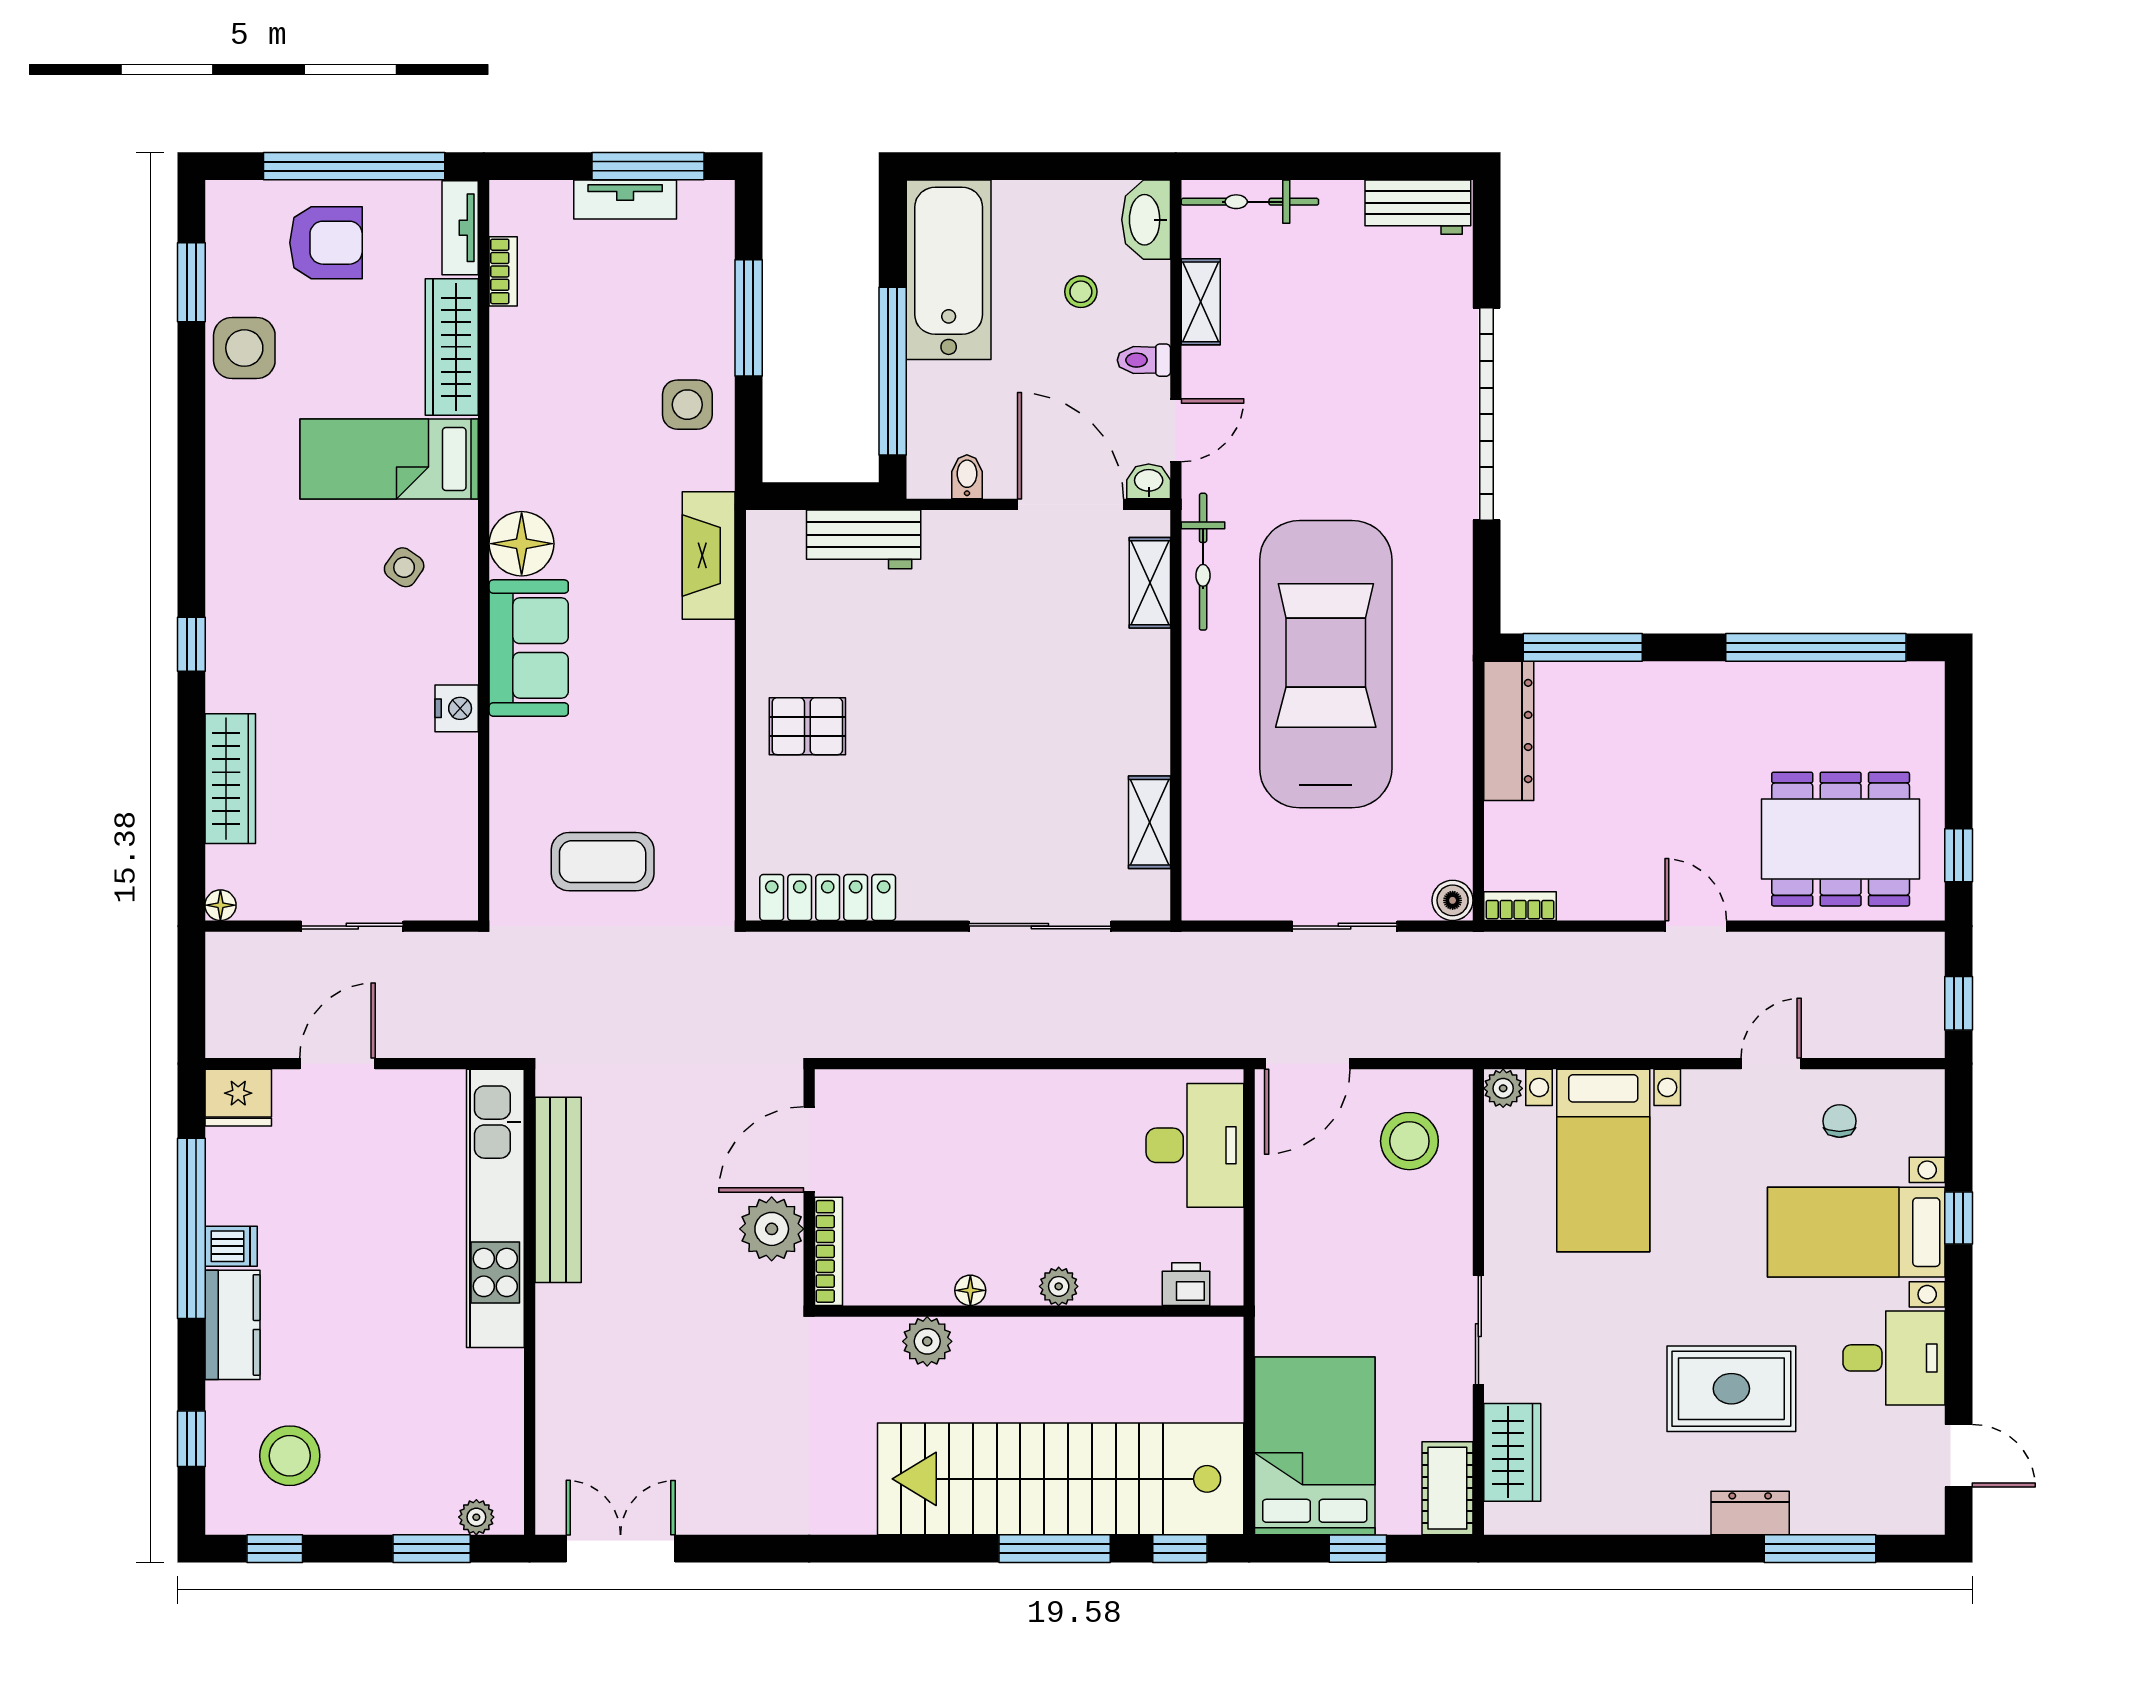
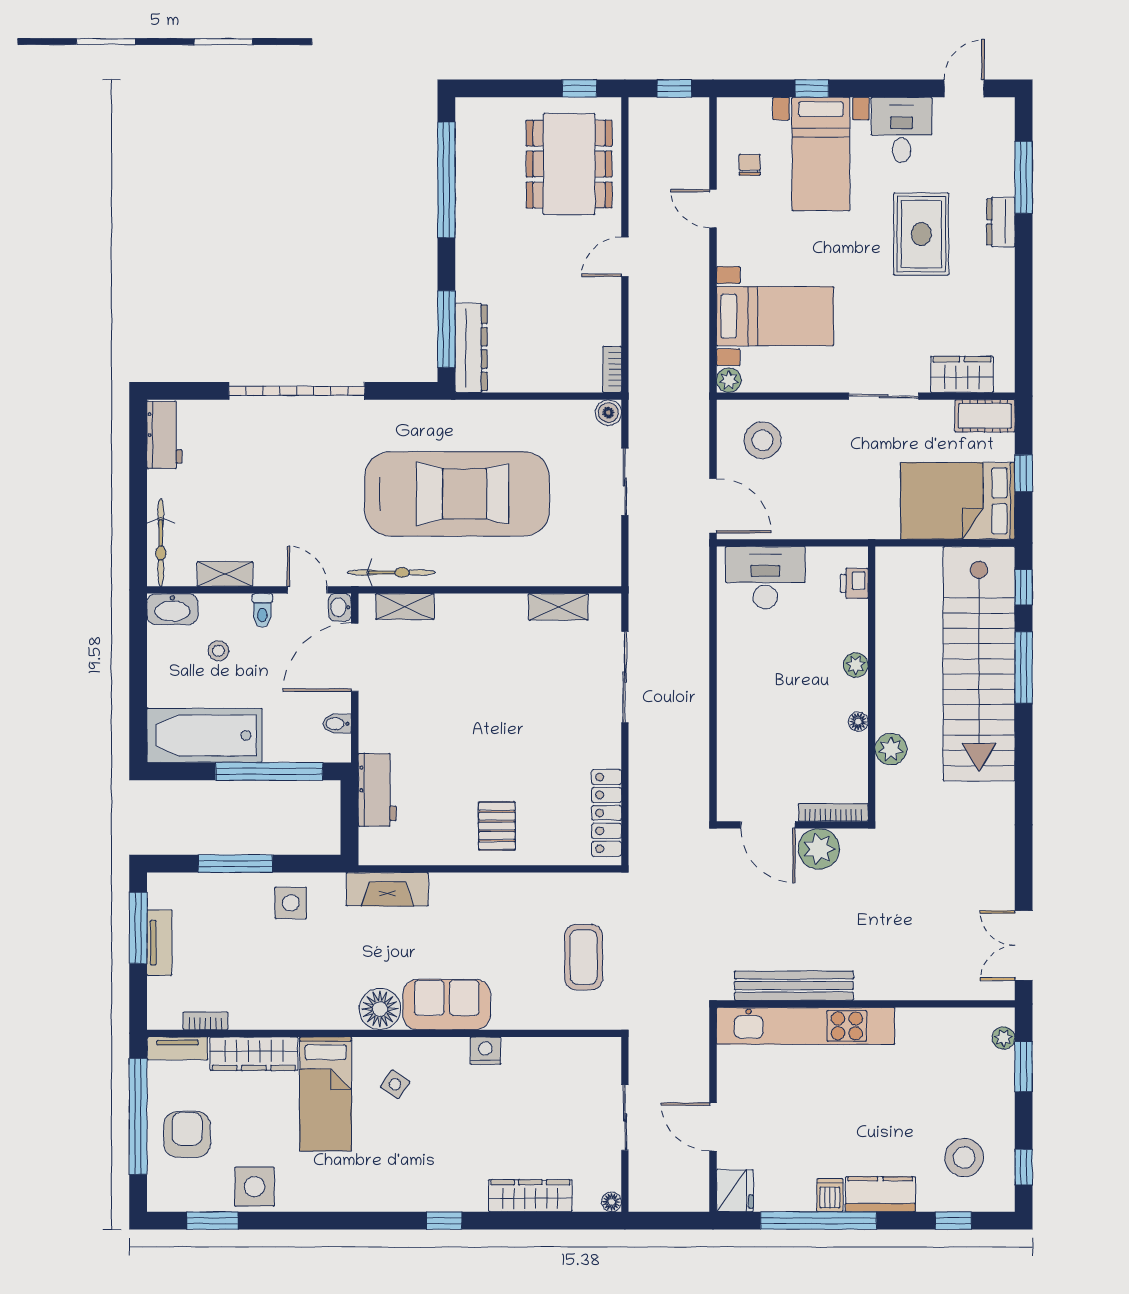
car: (1326, 664) -> (457, 494), turned 180
dresser: (1509, 731) -> (471, 348), moved, turned 90
chair: (1839, 1121) -> (750, 165), turned 90

